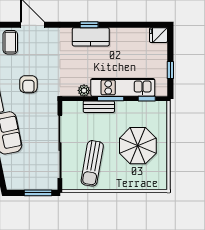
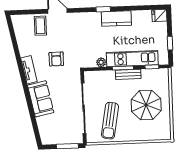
kitchen counter: (91, 37) -> (116, 18), moved
bench: (99, 107) -> (128, 74), moved

